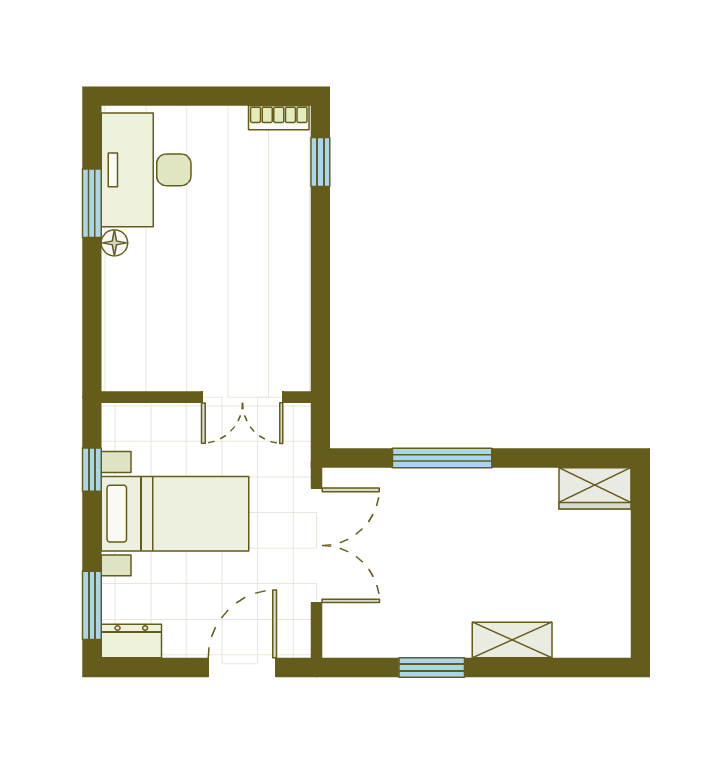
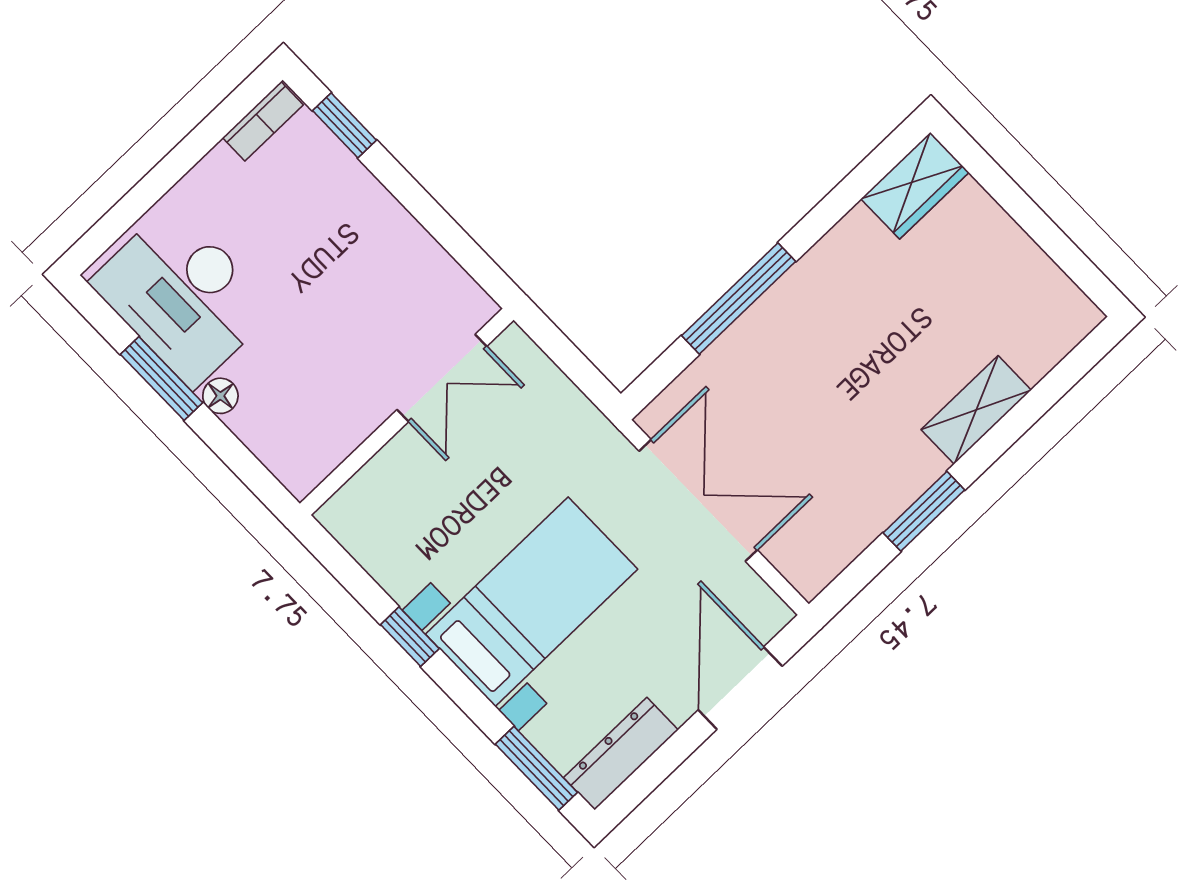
wall: (206, 397) -> (407, 412), moved
double door: (242, 397) -> (442, 378), moved
dresser: (131, 641) -> (621, 754), width x1.44

